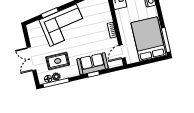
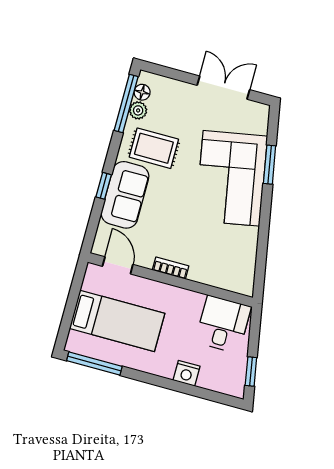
bed: (148, 39) -> (117, 321), width x0.67
double door: (32, 59) -> (223, 88), moved
rug: (58, 61) -> (154, 148), moved, turned 90

